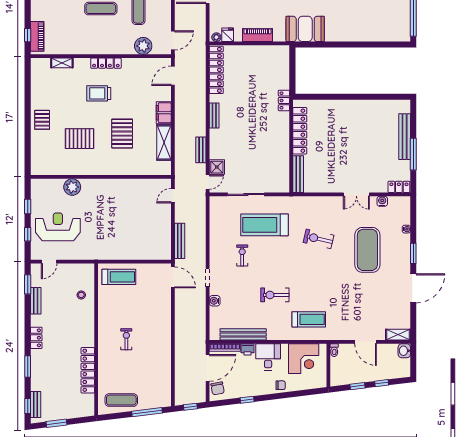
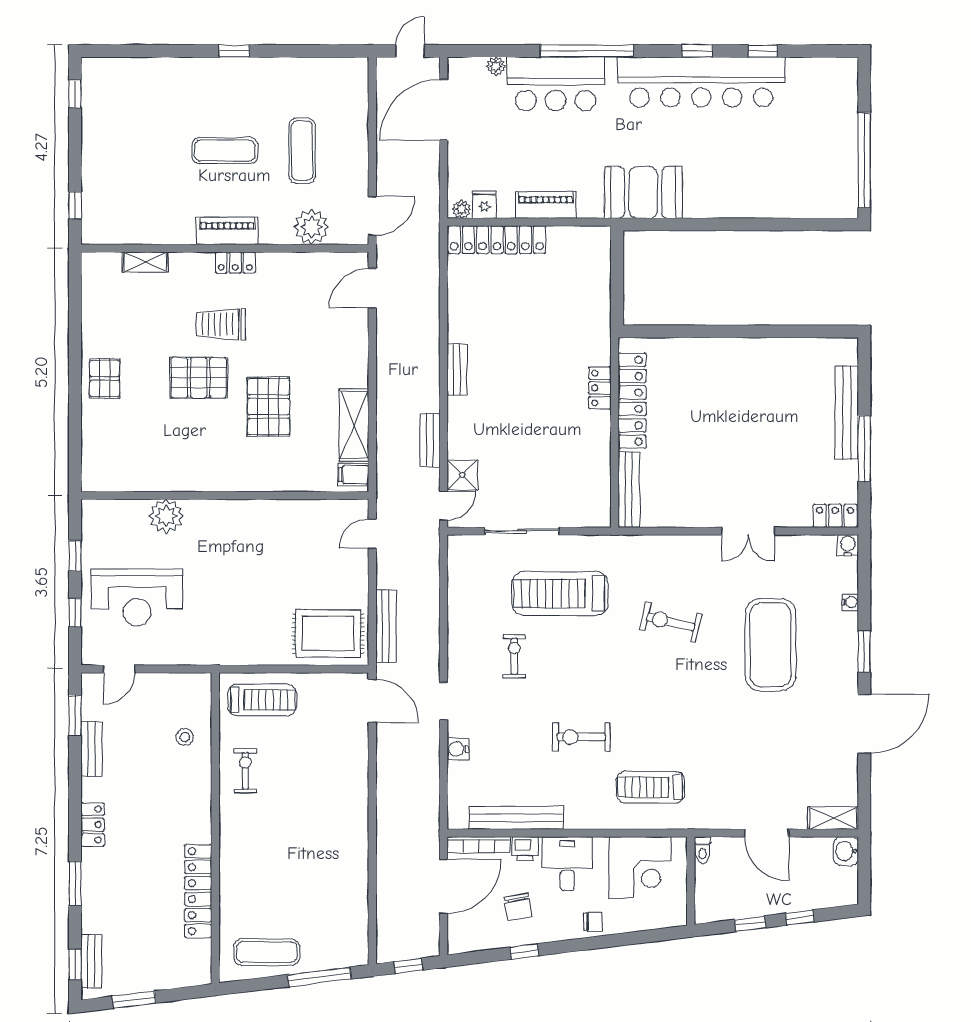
piano: (37, 36) -> (227, 231), moved, turned -90
locker: (106, 63) -> (235, 262), width x0.66
locker: (216, 70) -> (497, 240), moved, turned 90
locker: (284, 100) -> (600, 388), moved
filing cabinet: (164, 113) -> (354, 475), moved, width x0.50
pallet: (80, 139) -> (199, 378), moved
water cooler: (382, 201) -> (848, 545), moved
reception desk: (58, 227) -> (137, 597), turned 180
rug: (151, 244) -> (328, 634), added
treadmill: (309, 319) -> (650, 787), turned 180
exercise bike: (126, 339) -> (245, 771), moved
chair: (218, 388) -> (518, 907), moved

